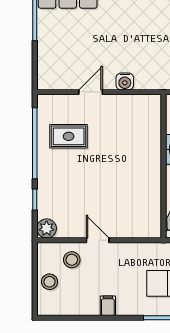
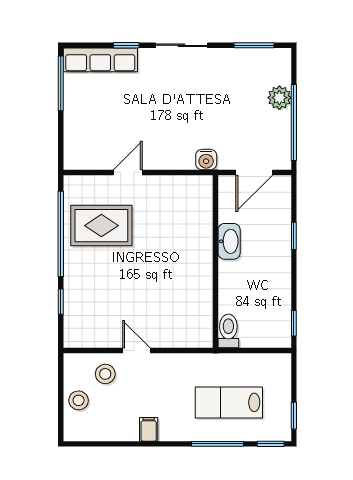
water cooler: (125, 81) -> (206, 160), moved
rug: (69, 136) -> (101, 226), width x1.36, depth x1.43
plant: (47, 228) -> (75, 336), removed

